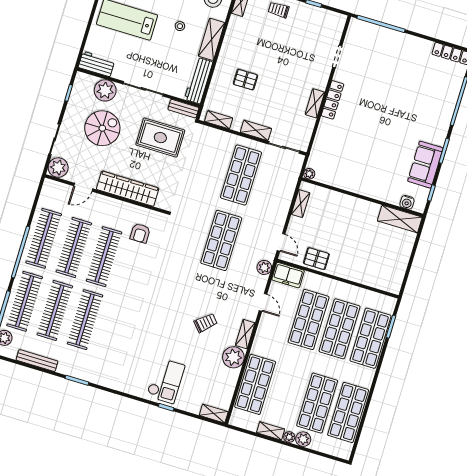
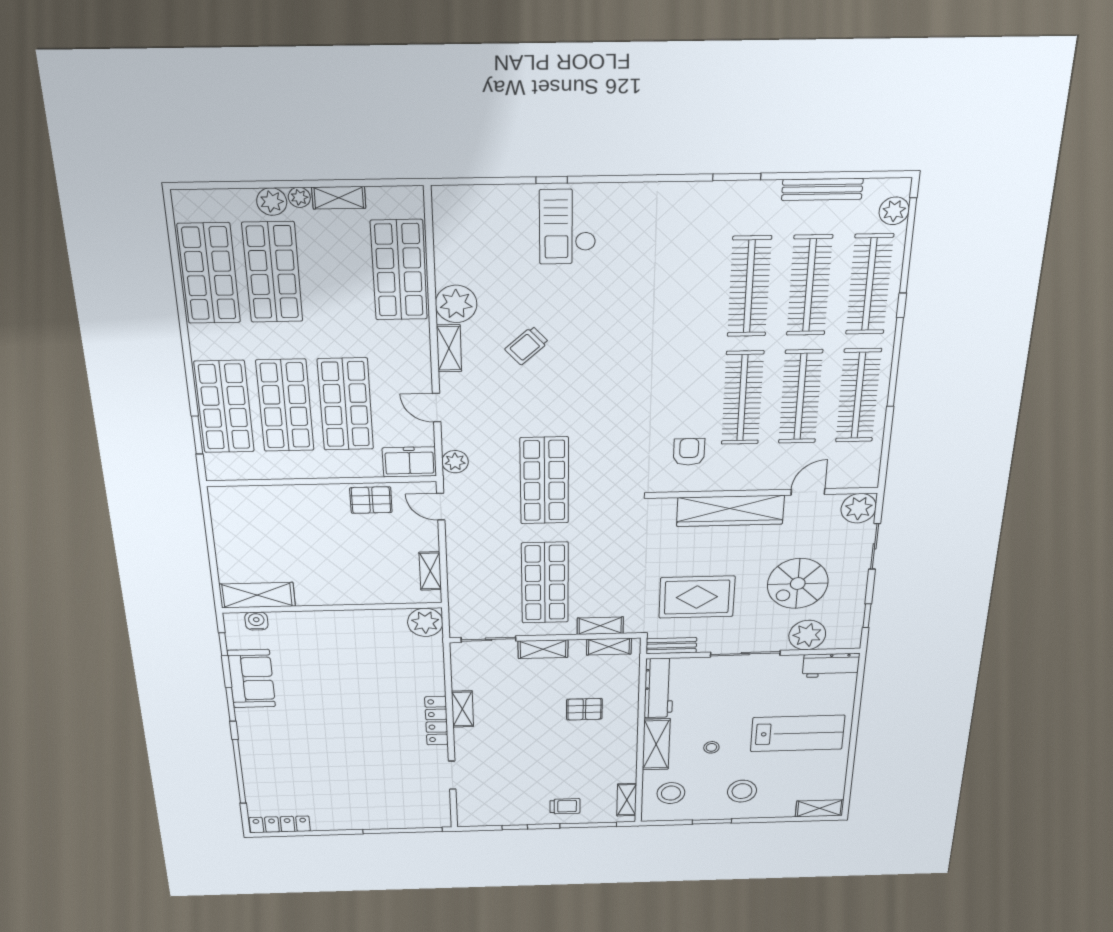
plant: (309, 174) -> (425, 622), width x1.88, depth x1.88
shelving: (214, 414) -> (600, 626), moved

